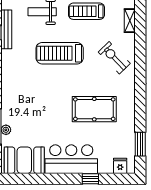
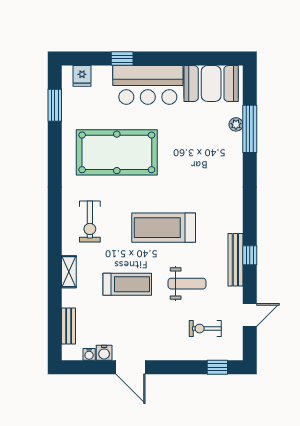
treadmill: (60, 53) -> (164, 228), turned 180
exercise bike: (114, 58) -> (90, 222), turned 44
pool table: (94, 109) -> (117, 152), width x1.36, depth x1.32

